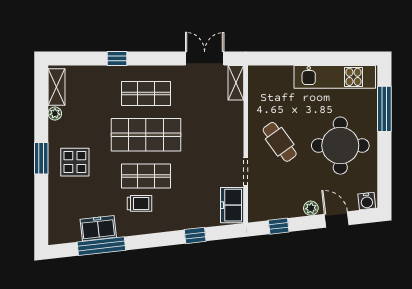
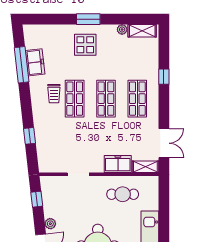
shop shelf: (146, 135) -> (106, 99), width x0.70, depth x0.74
cafe table: (280, 142) -> (123, 194), moved, turned 36
freezer: (232, 205) -> (118, 164), moved

